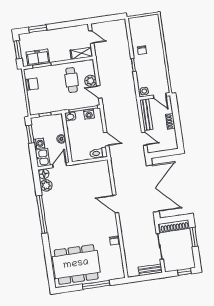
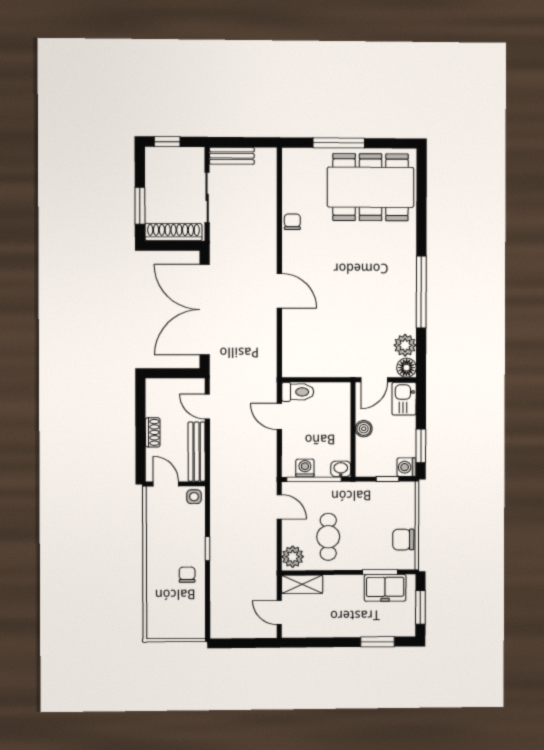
plant: (91, 81) -> (293, 557), moved
washing machine: (39, 143) -> (406, 467), moved

